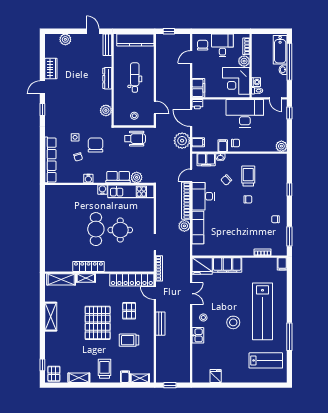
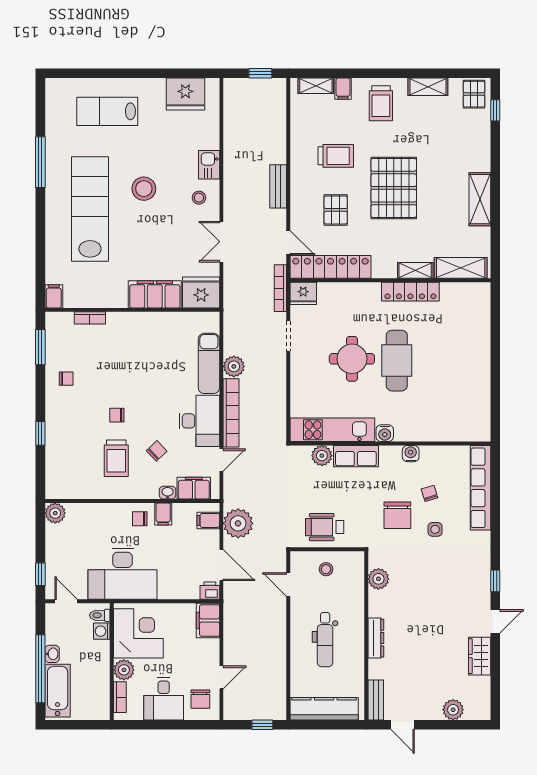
fridge: (147, 266) -> (303, 293), added
lab bench: (266, 360) -> (107, 111), moved
fridge: (216, 376) -> (185, 94), width x1.88, depth x1.34

